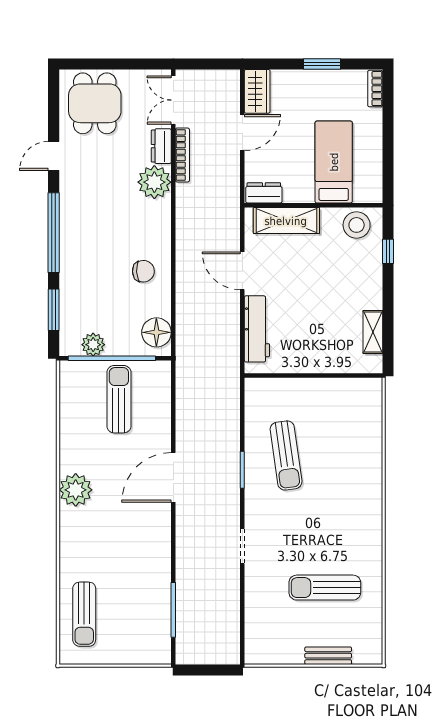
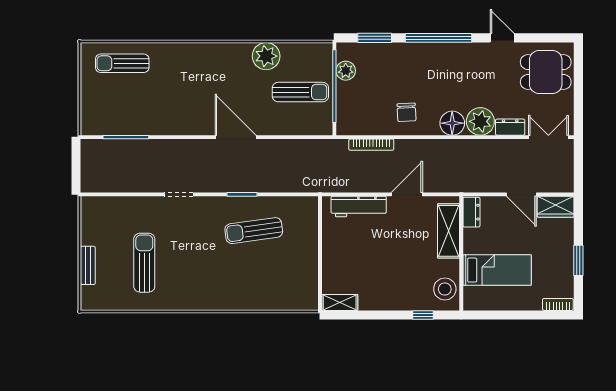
bookcase: (182, 155) -> (371, 145), moved
floor lamp: (156, 332) -> (452, 123), moved
shelving: (373, 332) -> (340, 302), moved
plant: (76, 490) -> (266, 56), moved

